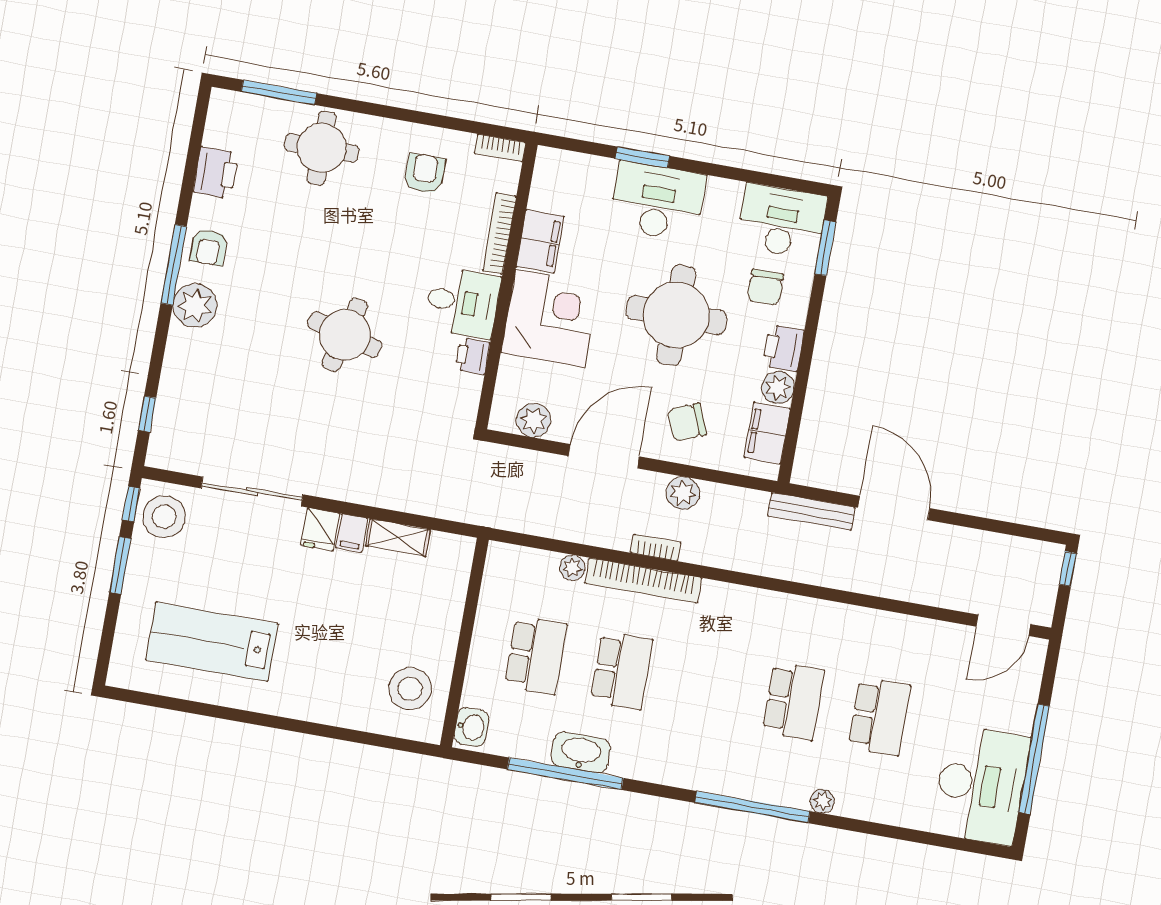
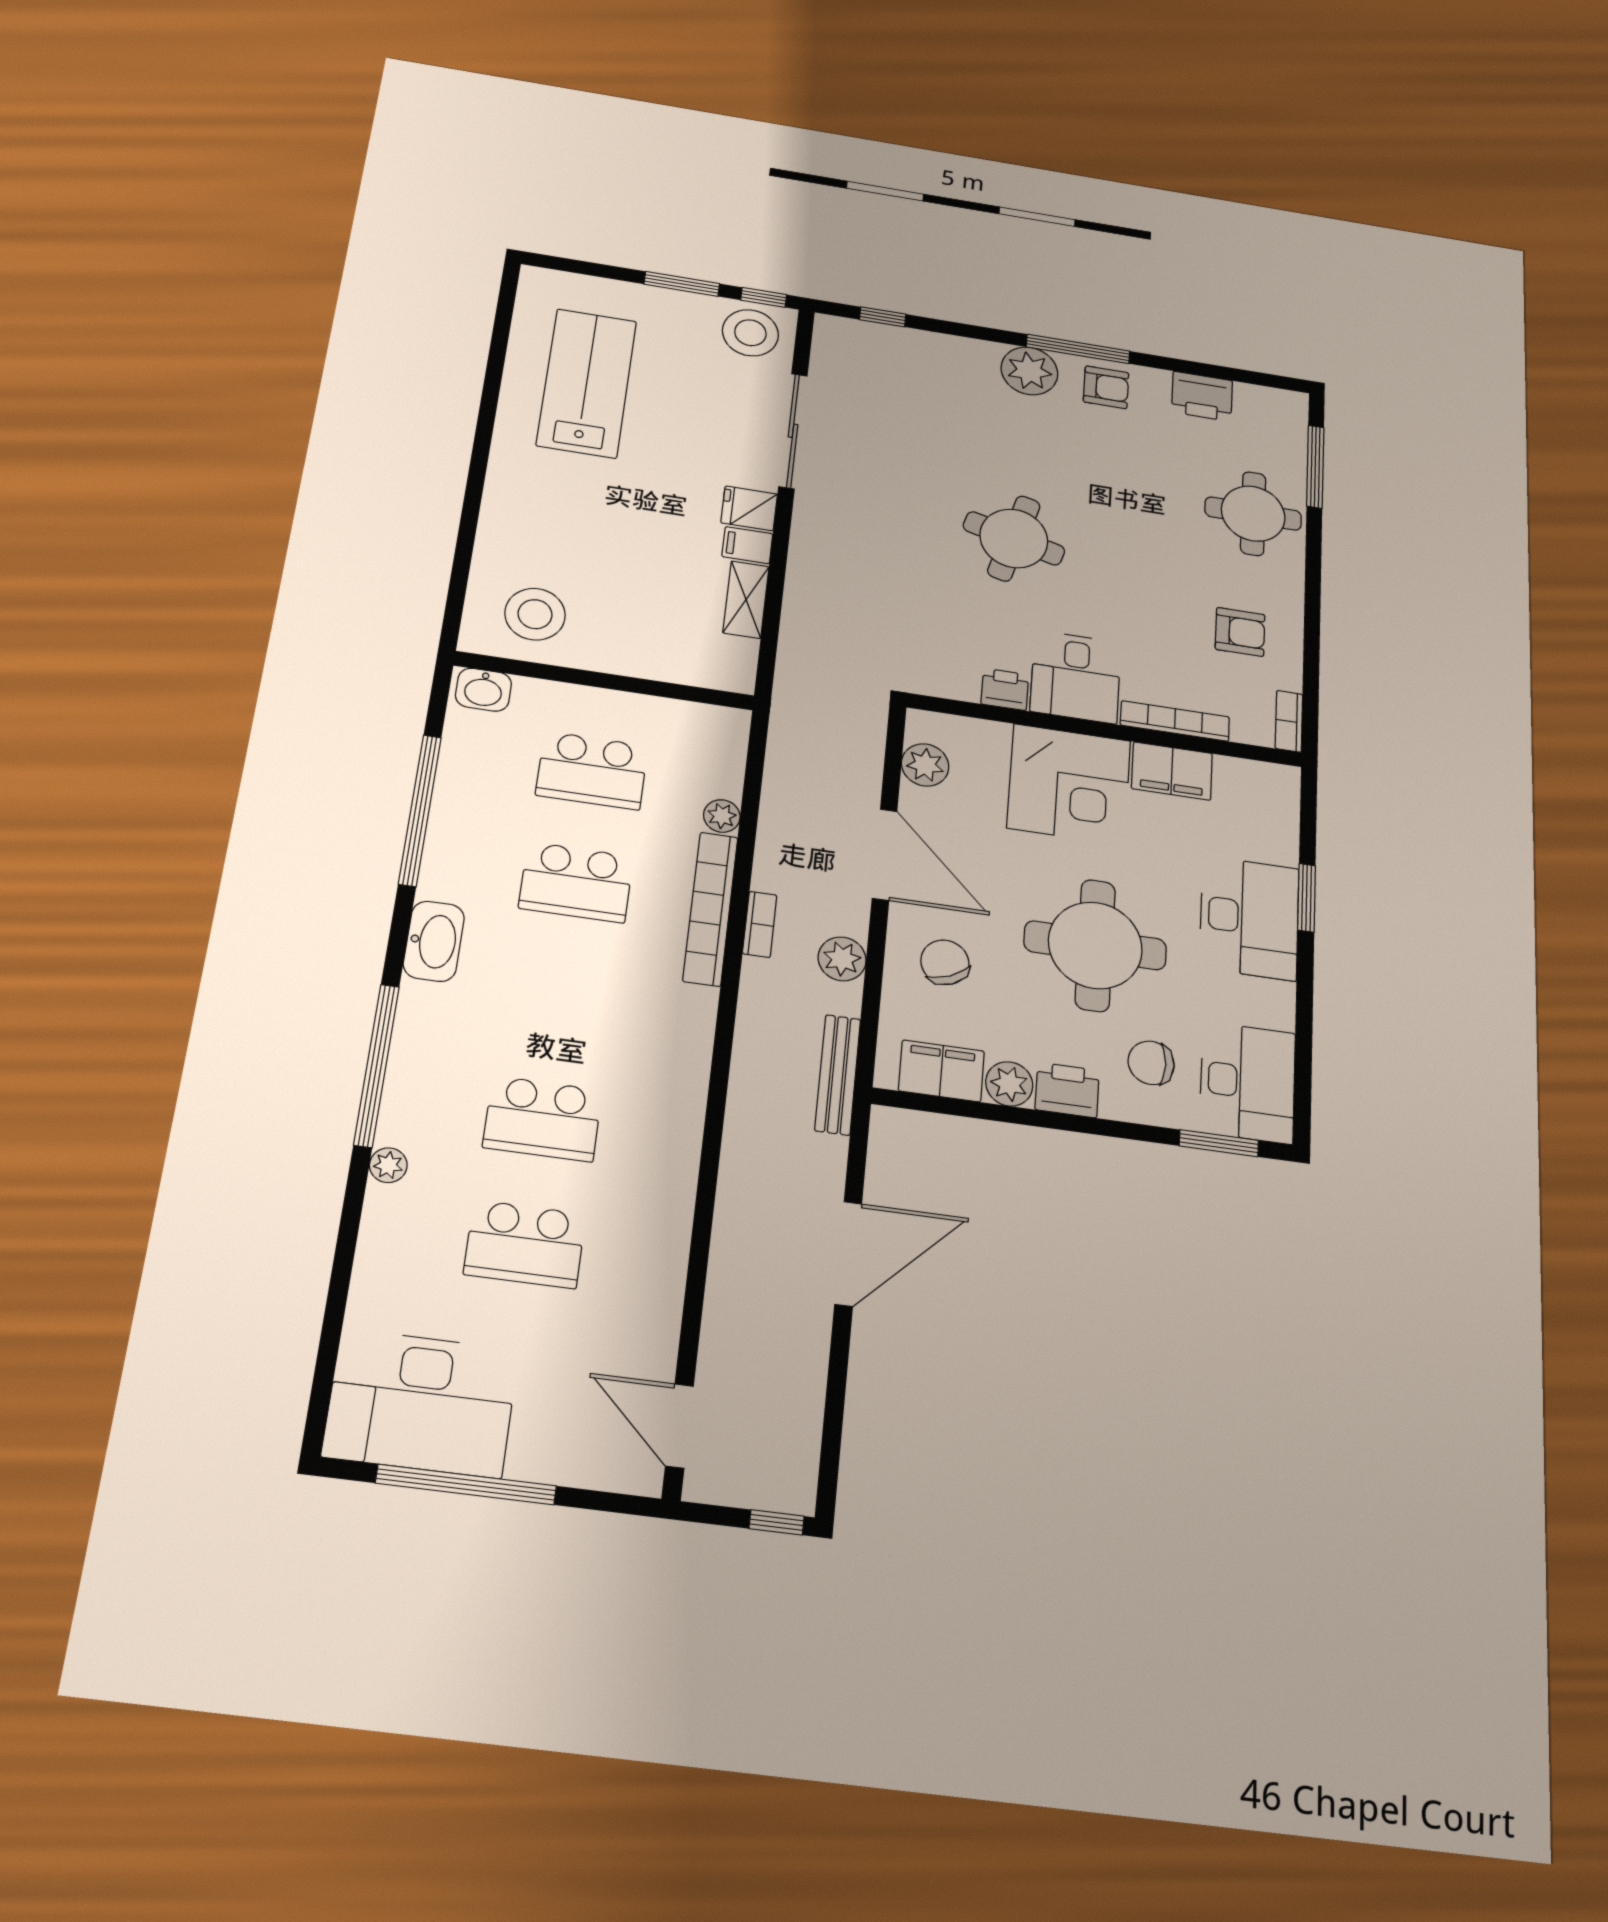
armchair: (209, 247) -> (1106, 387), turned 180
bench: (811, 511) -> (838, 1075), moved
washbasin: (581, 753) -> (434, 941), moved

